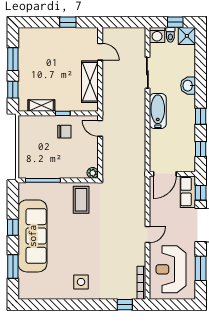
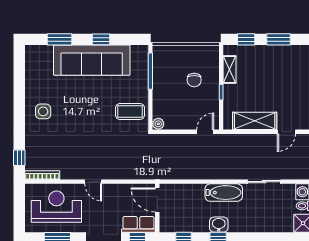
washbasin: (188, 86) -> (219, 225), moved
chair: (64, 132) -> (194, 80), moved

